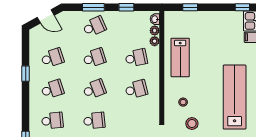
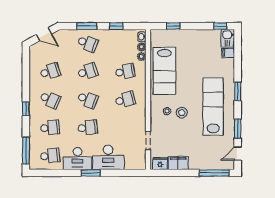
school desk: (94, 26) -> (88, 43), turned 45
lab bench: (180, 57) -> (164, 71), width x1.36, depth x1.39
window: (26, 74) -> (26, 109), moved
school desk: (52, 89) -> (50, 100), turned 42
school desk: (94, 89) -> (88, 100), turned 42
stool: (192, 124) -> (182, 113), moved

